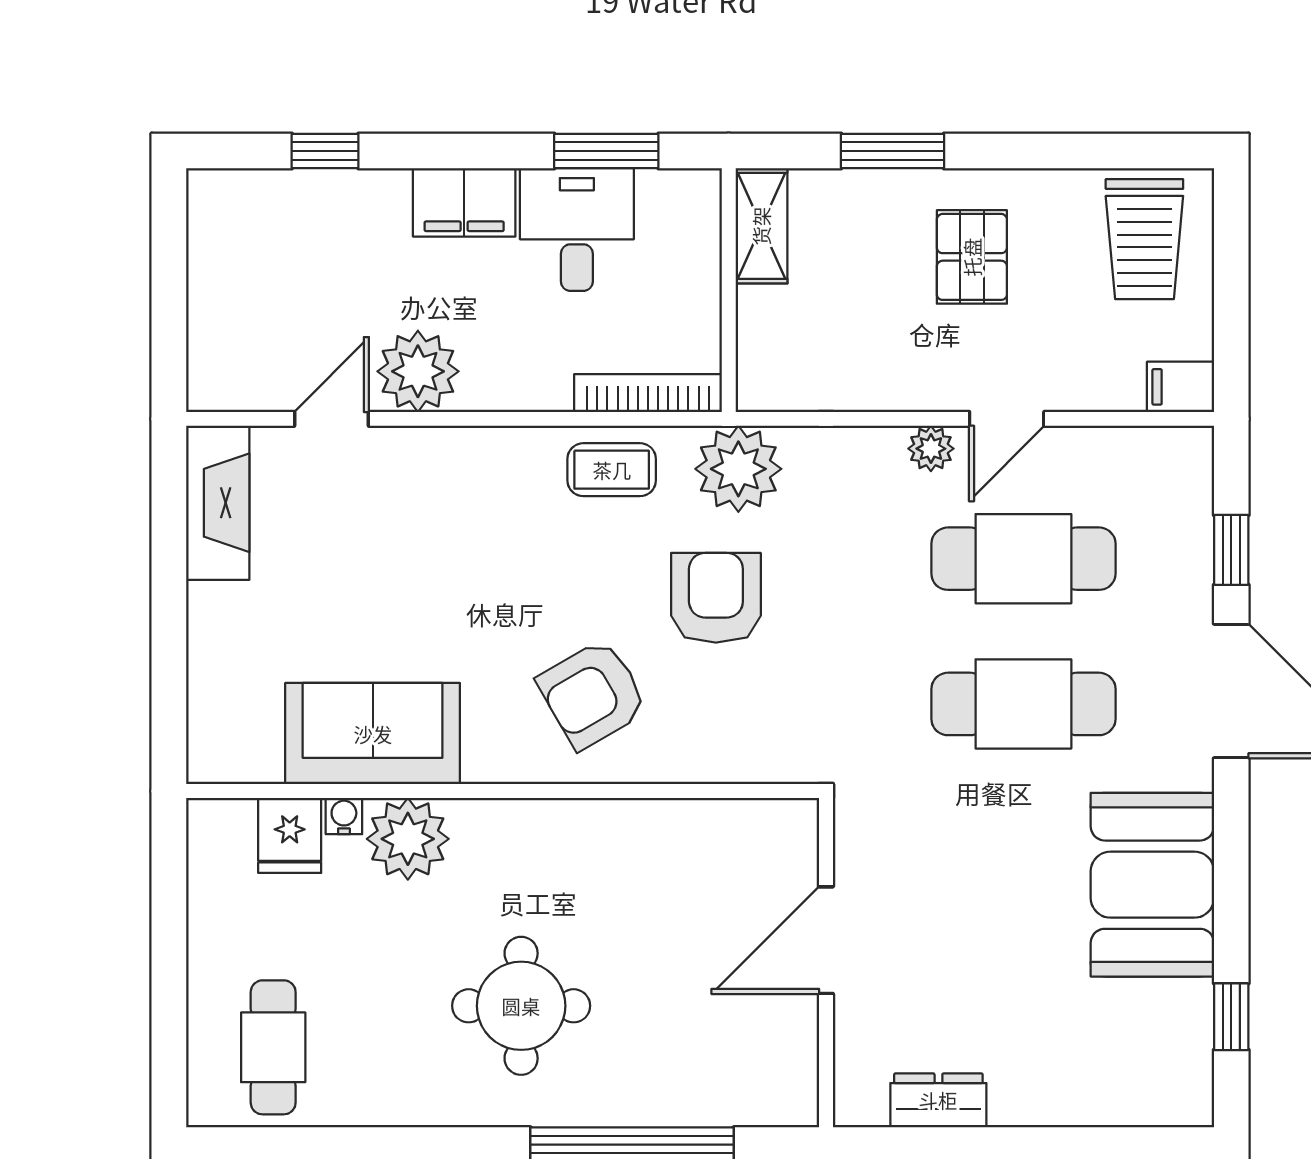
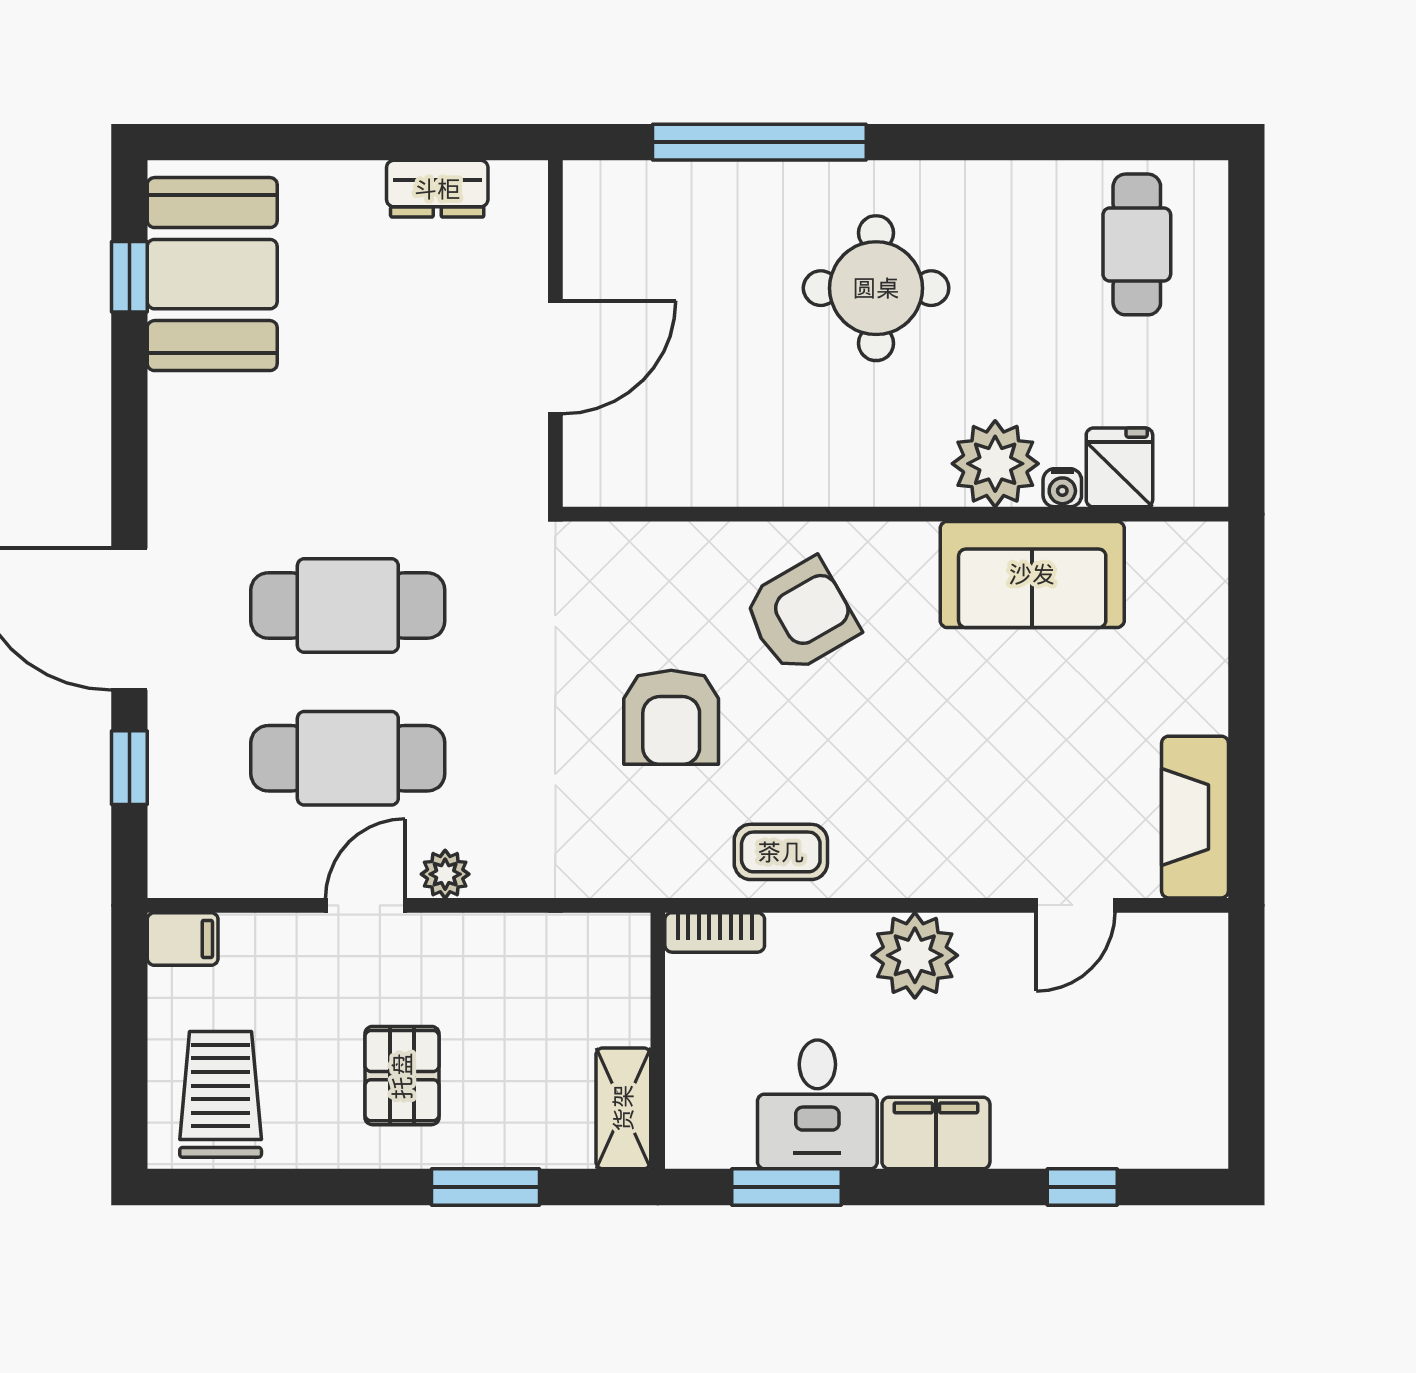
plant: (418, 371) -> (915, 955), moved
bookcase: (648, 393) -> (715, 932), width x0.64
plant: (738, 469) -> (648, 853), removed
booth: (1152, 885) -> (212, 274), moved

